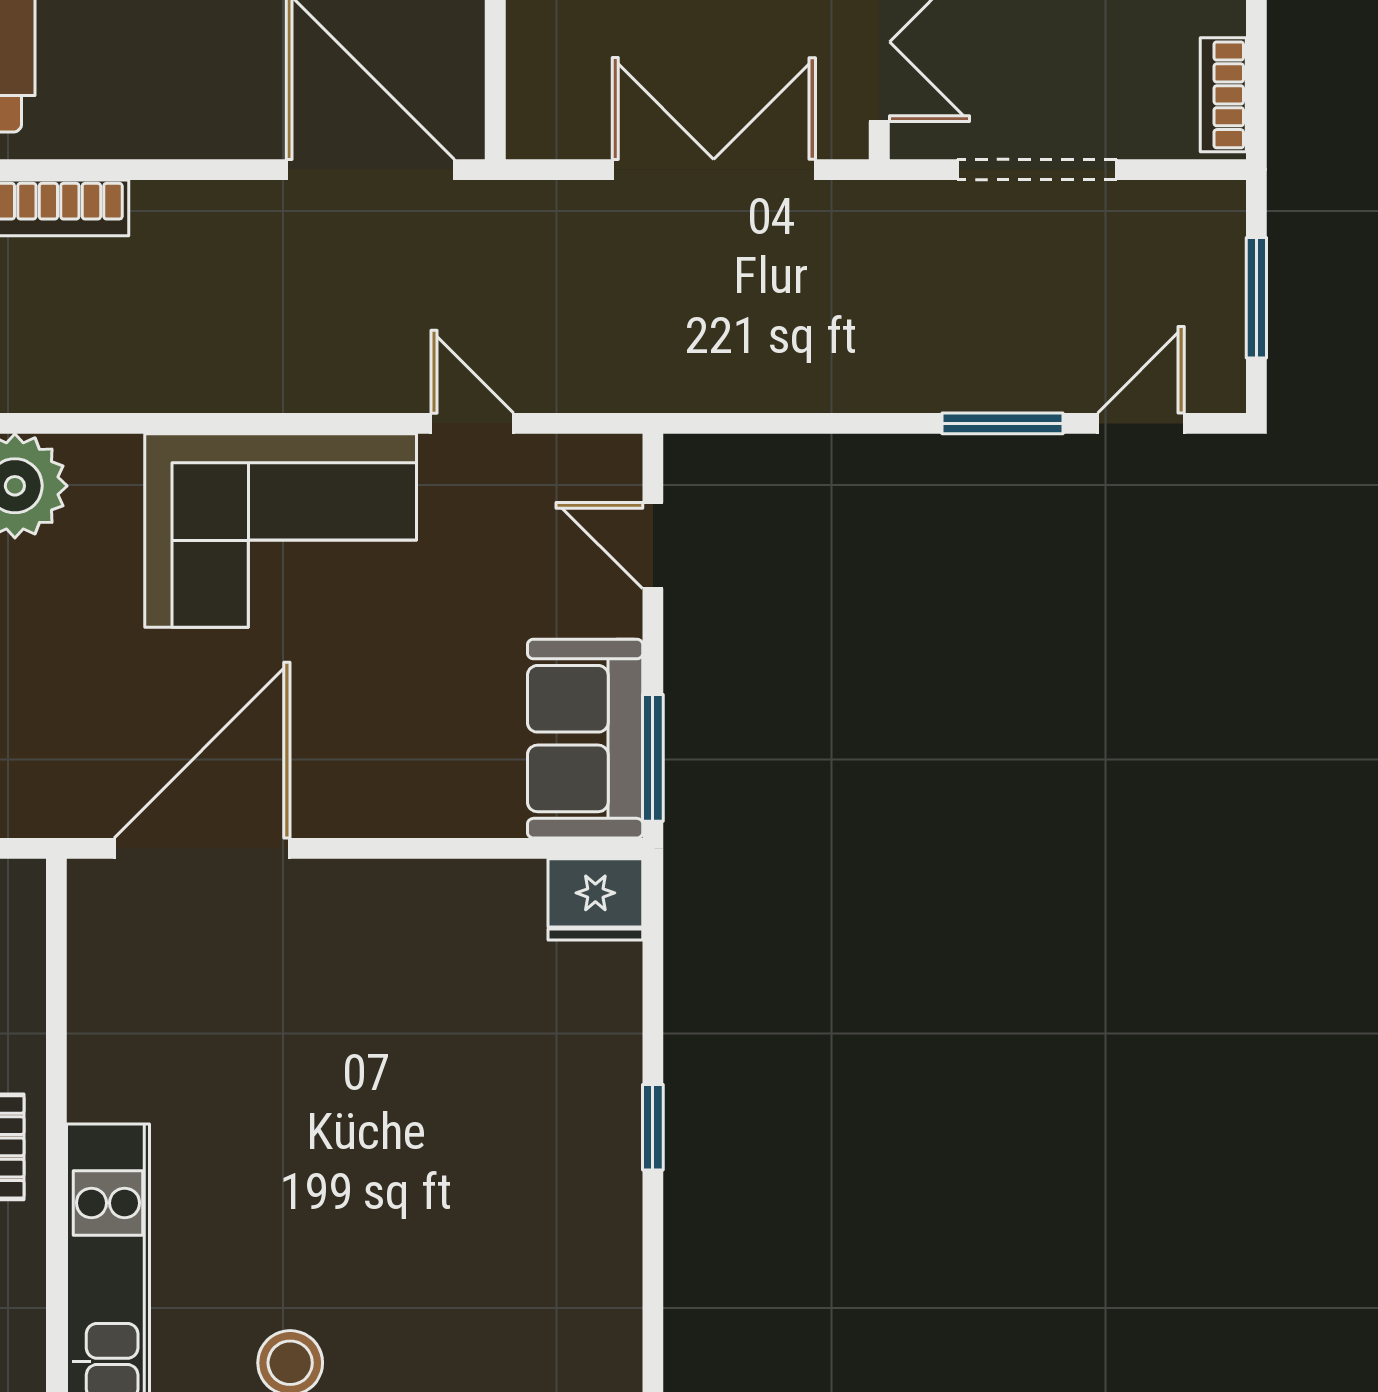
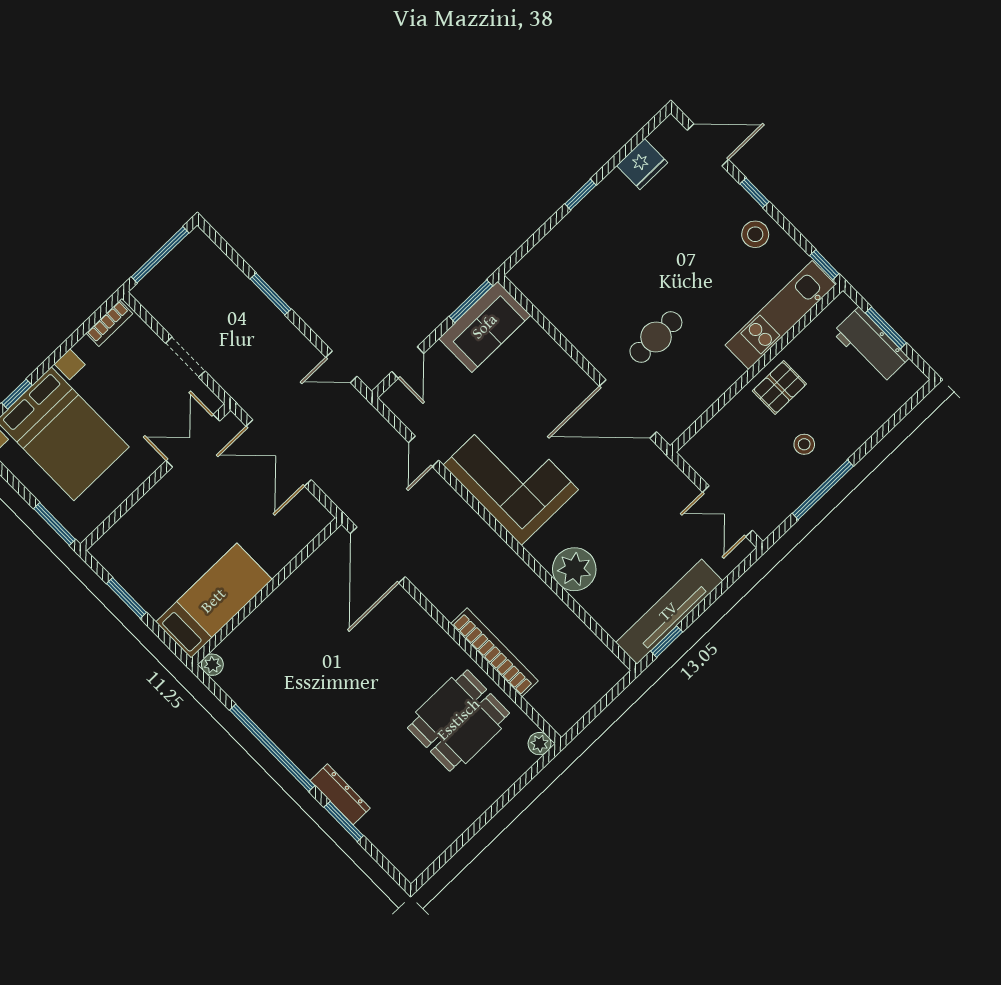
doorway: (1037, 170) -> (185, 357), width x0.73
window: (1256, 298) -> (160, 255), width x1.44
door: (1141, 423) -> (341, 367), moved
fridge: (595, 899) -> (642, 164), moved, turned 90
cafe table: (279, 1018) -> (656, 337), added

